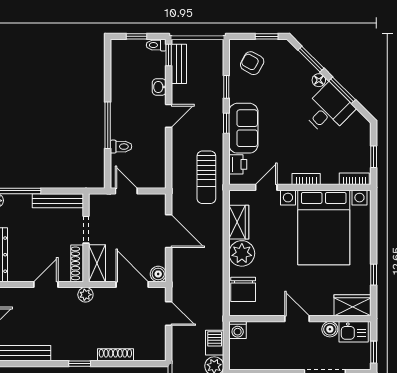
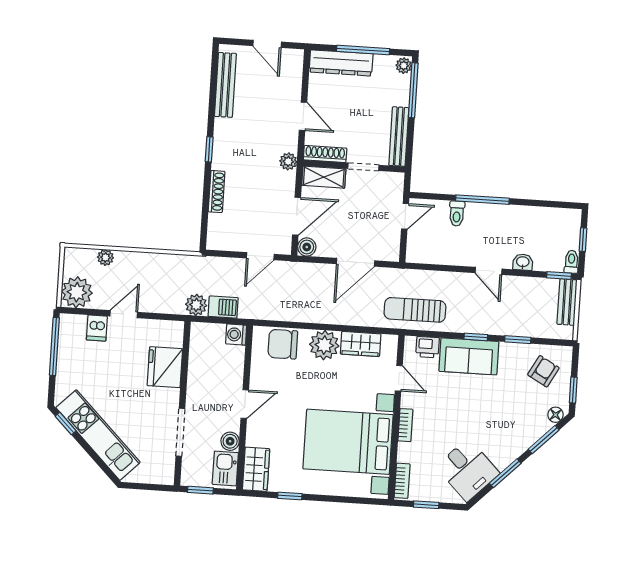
bench: (179, 64) -> (567, 302), moved, turned 90
floor lamp: (319, 80) -> (555, 415), moved
desk: (328, 110) -> (468, 470), moved

